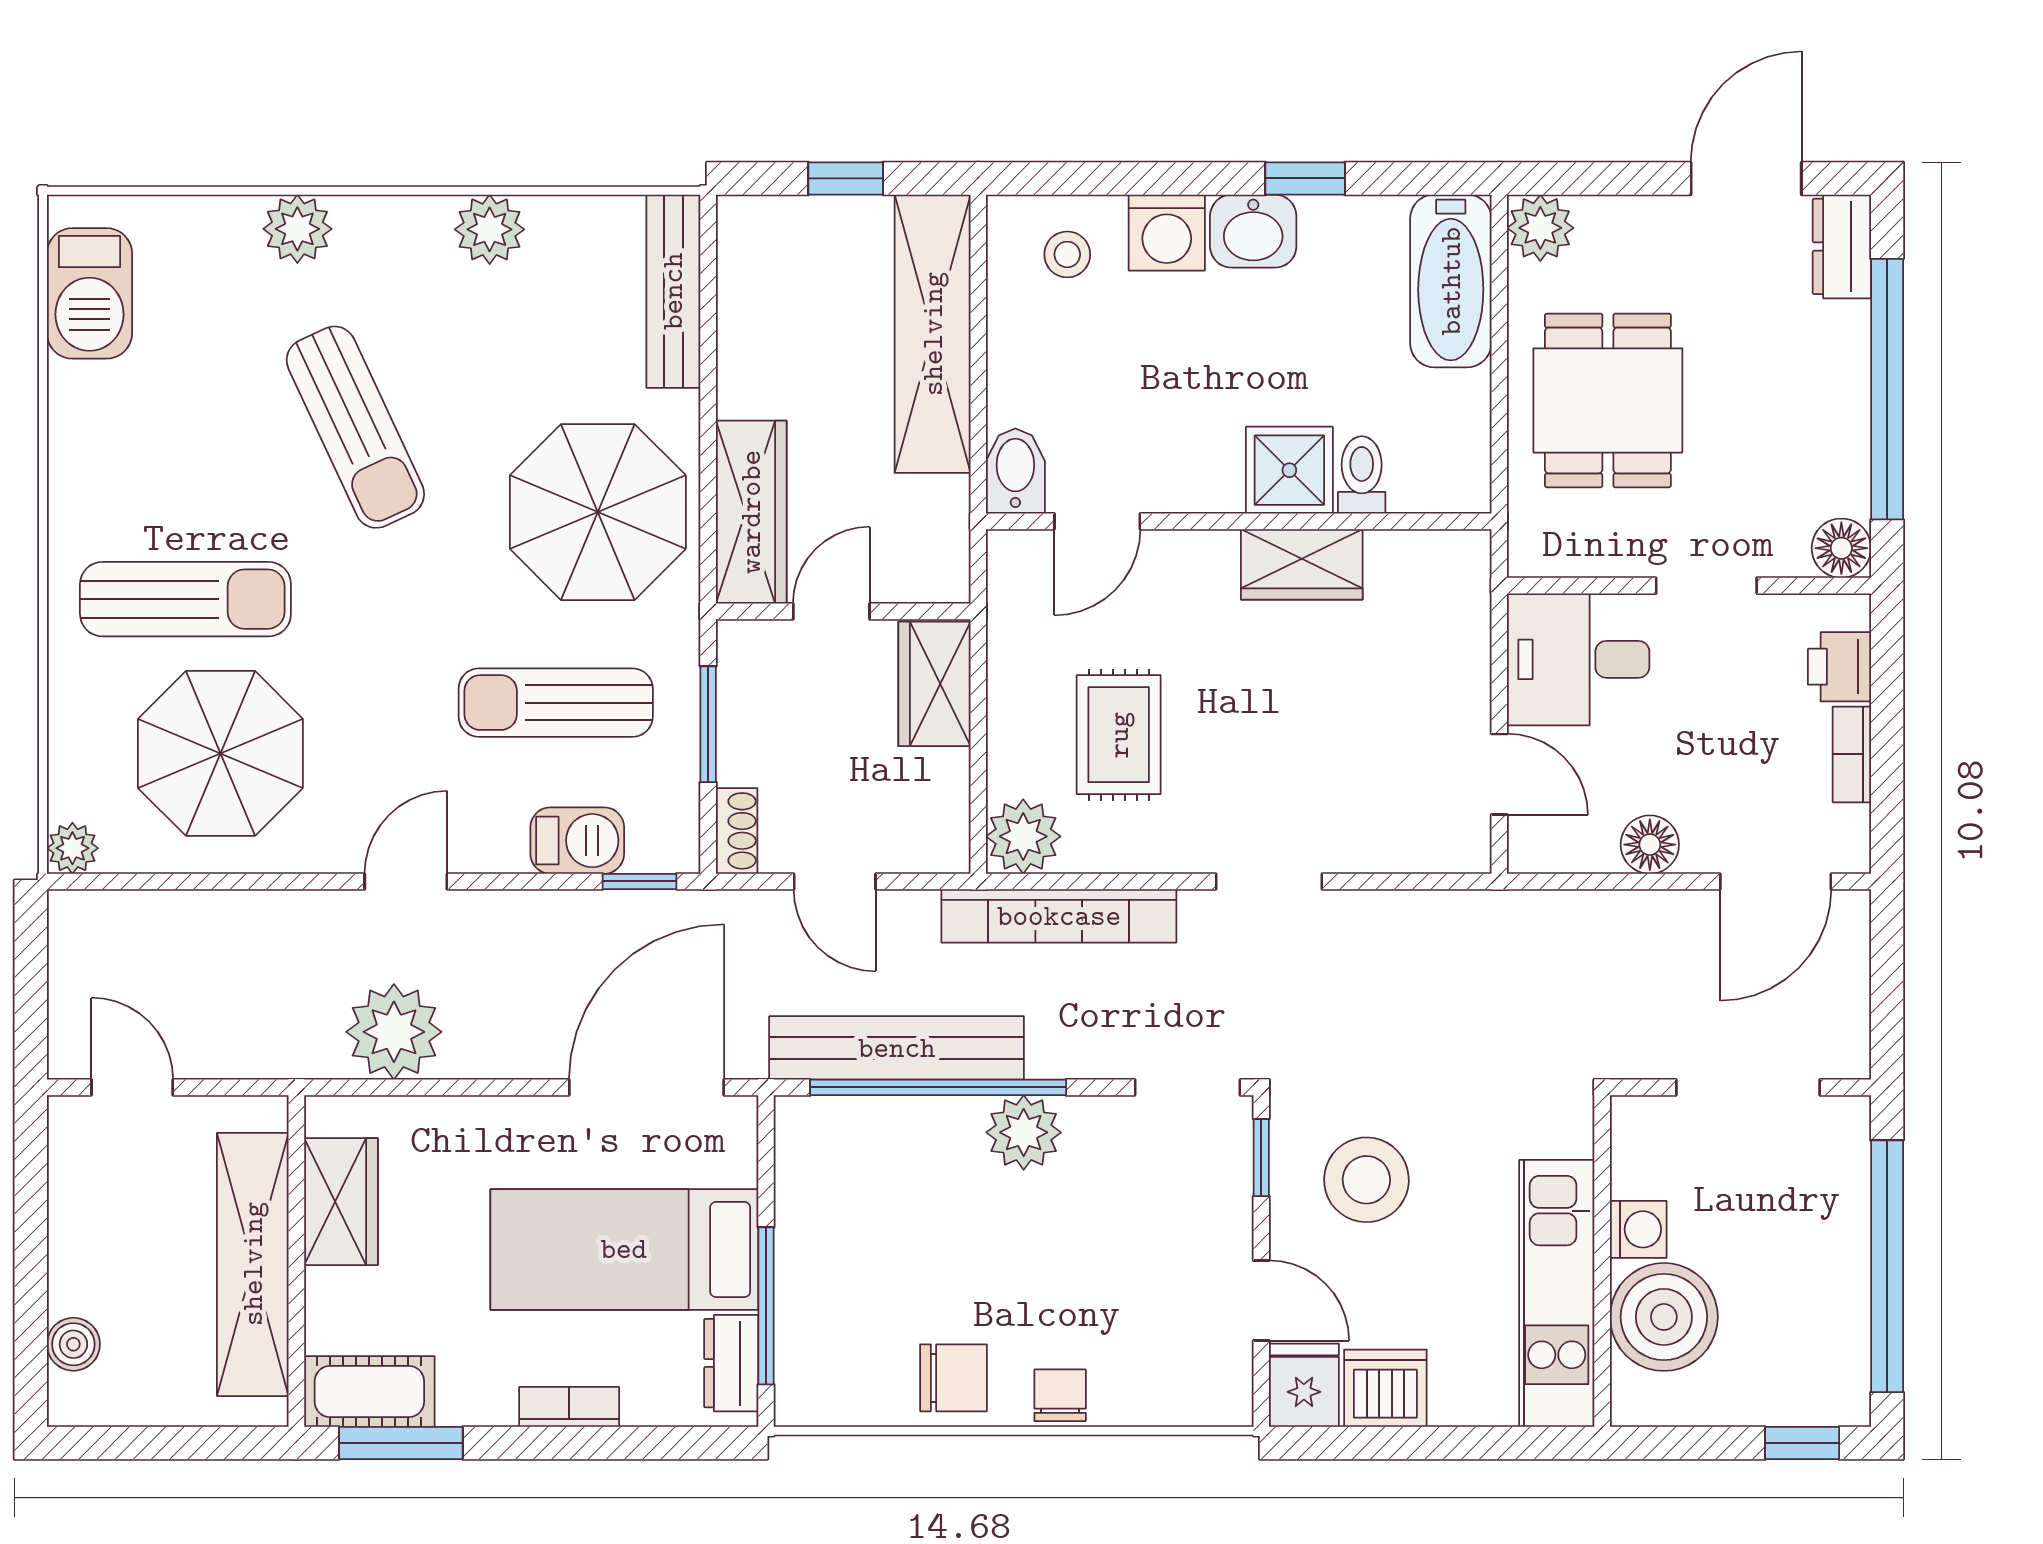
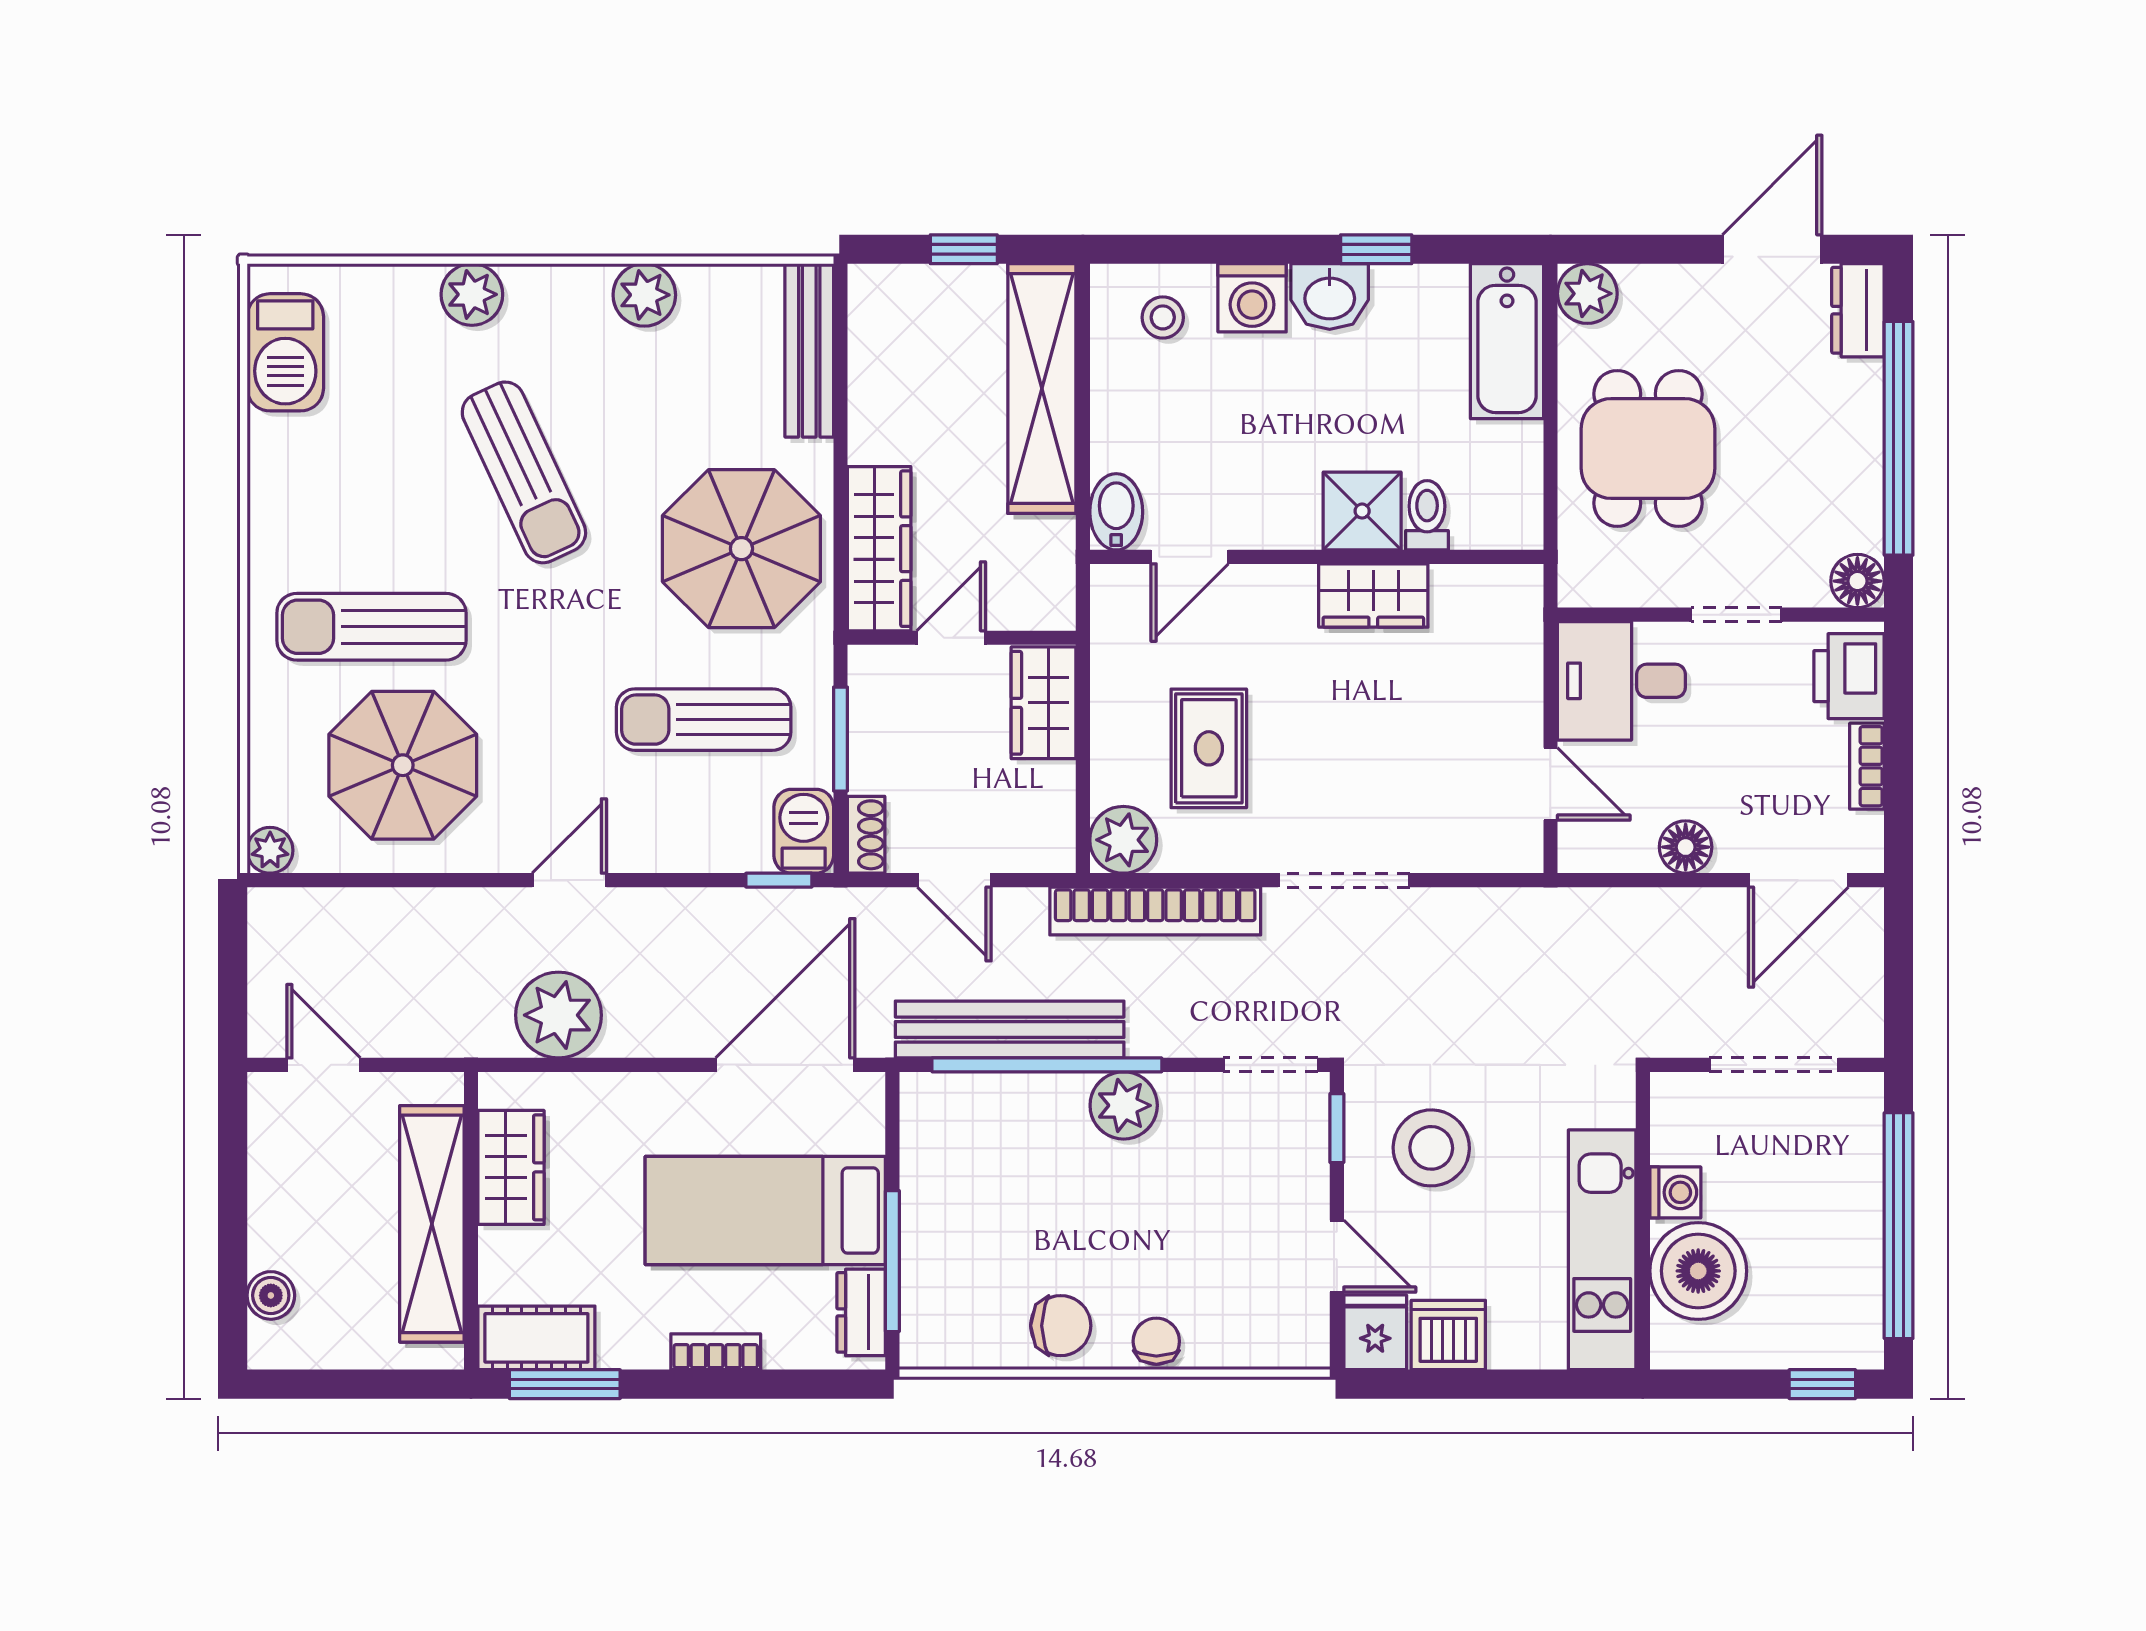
sun lounger: (185, 599) -> (371, 627), turned 180
printer: (1840, 667) -> (1849, 676), width x1.36, depth x1.24
barbecue: (577, 841) -> (804, 831), moved, turned -90
doorway: (1269, 881) -> (1344, 880), width x1.38

